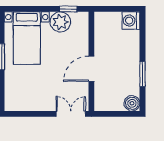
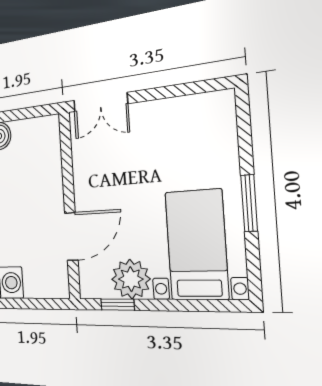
door: (91, 69) -> (71, 236), moved

